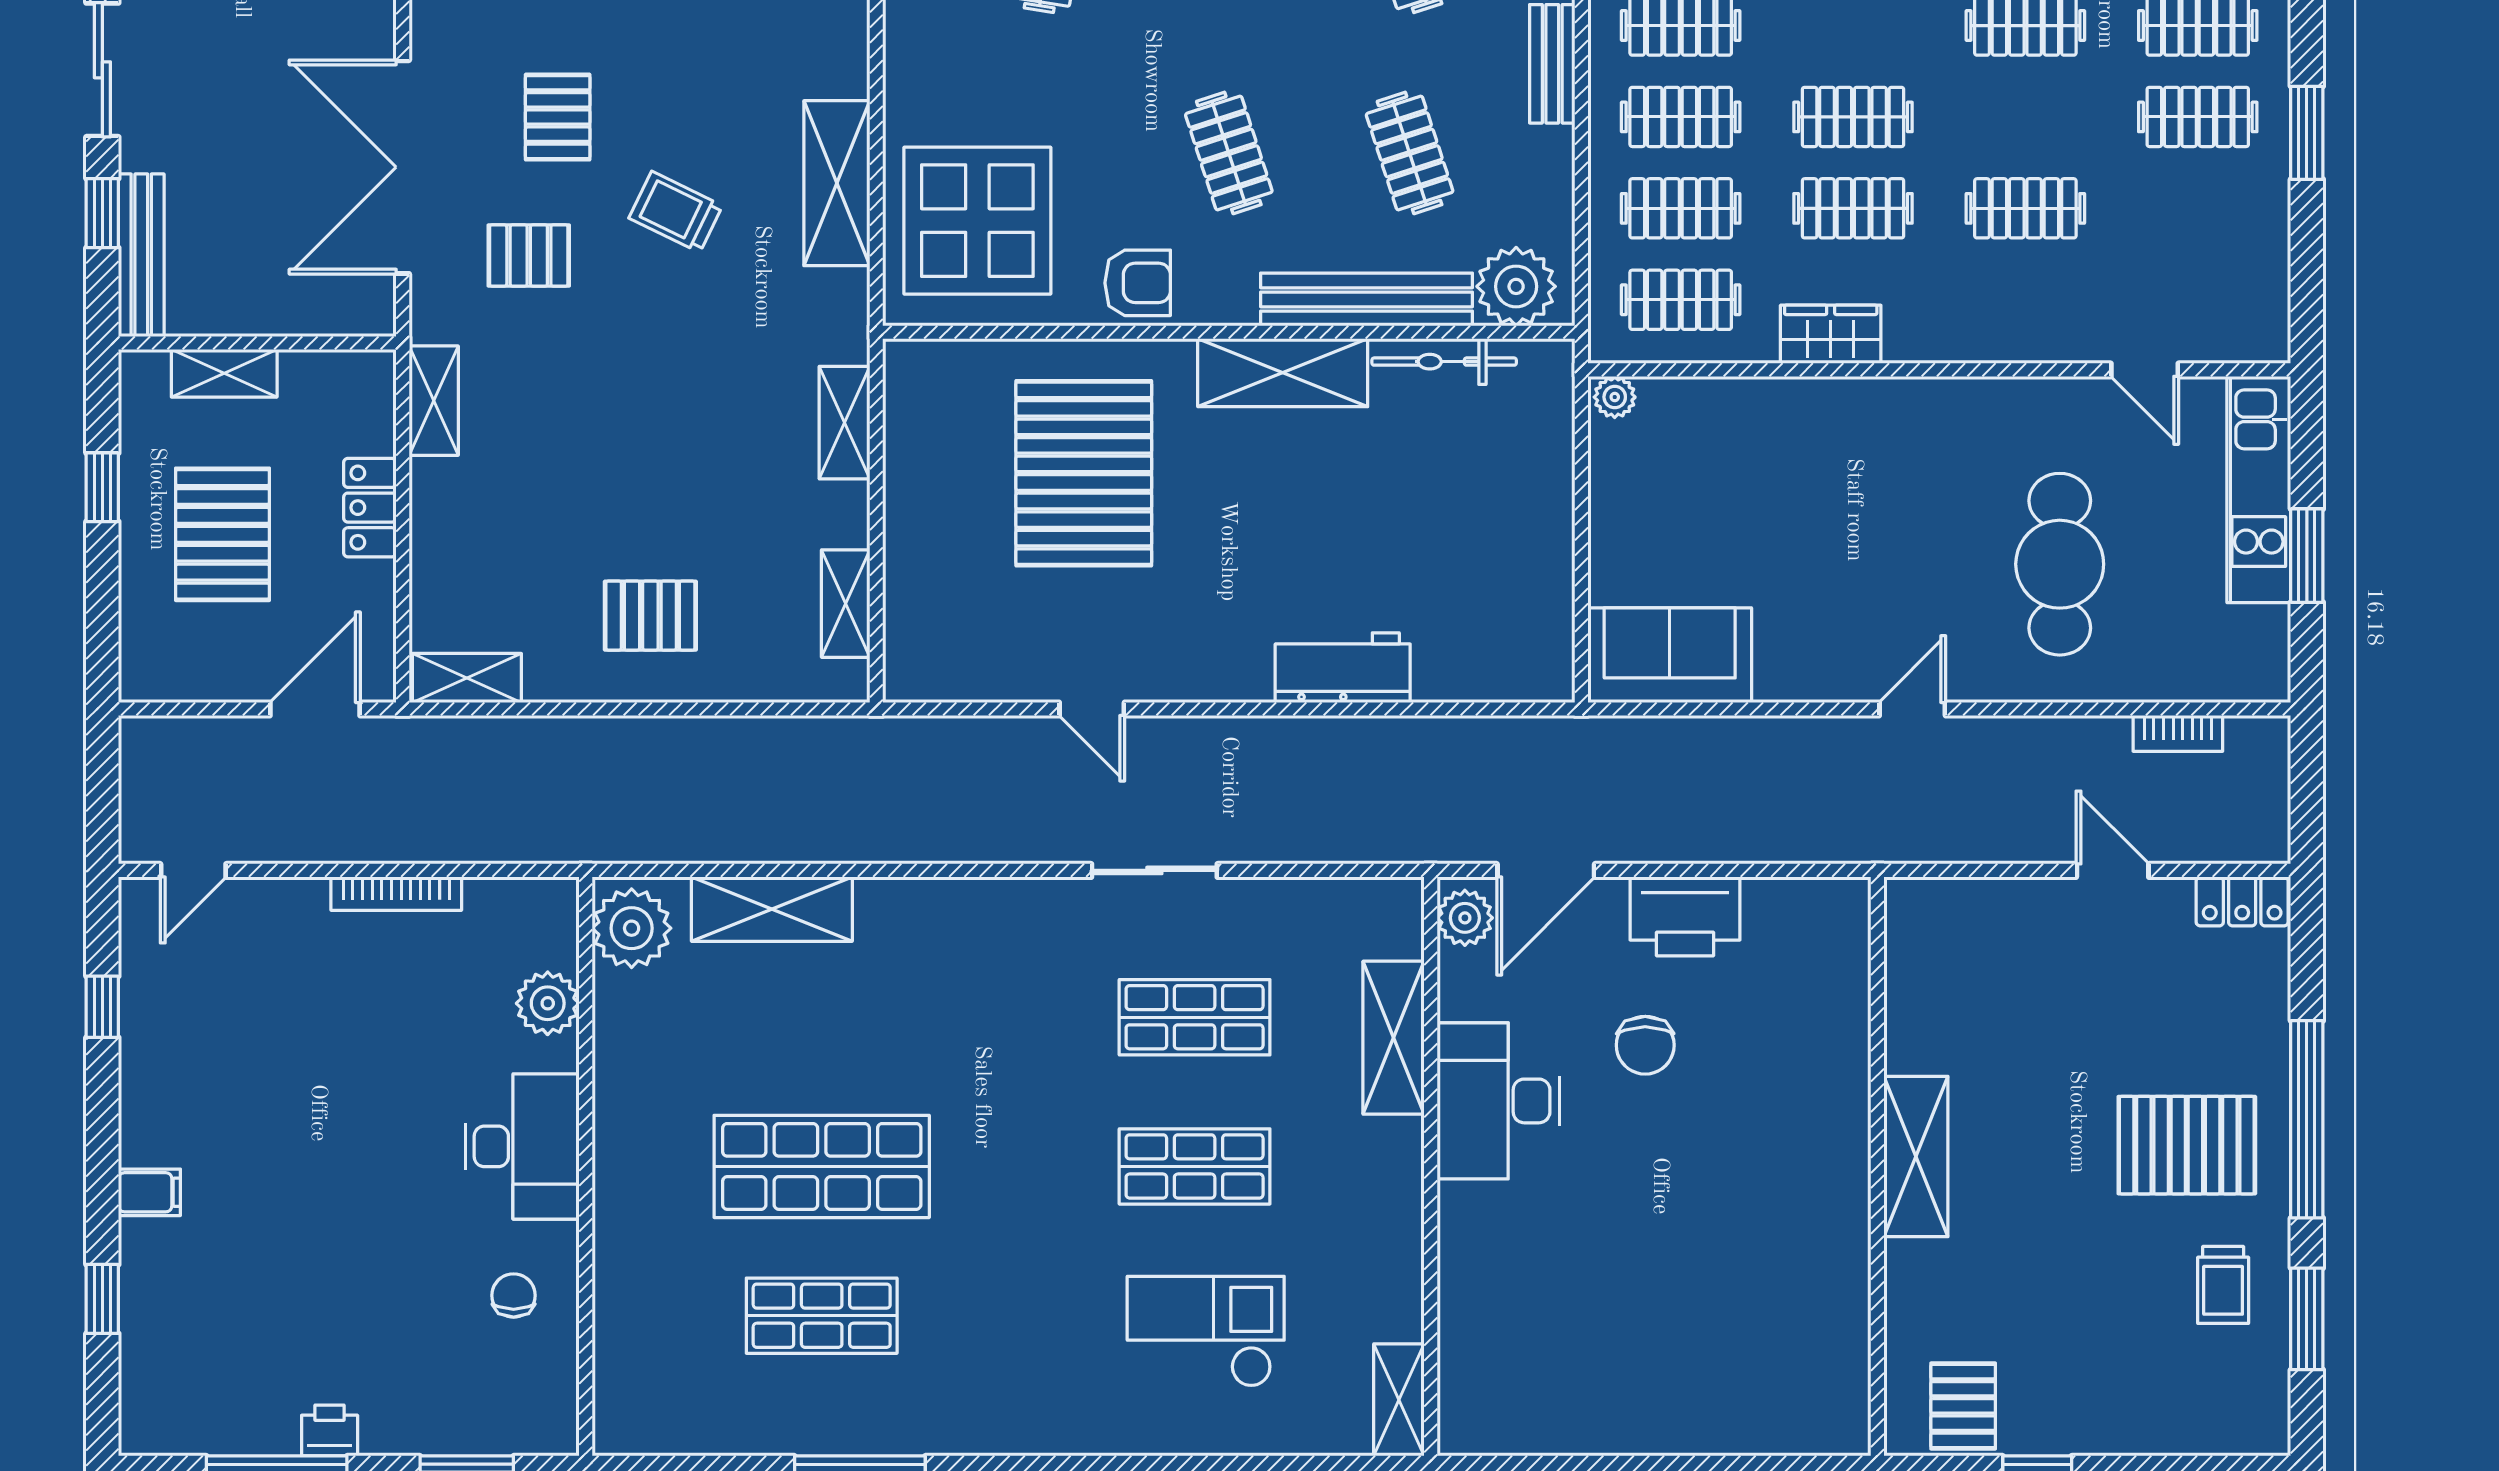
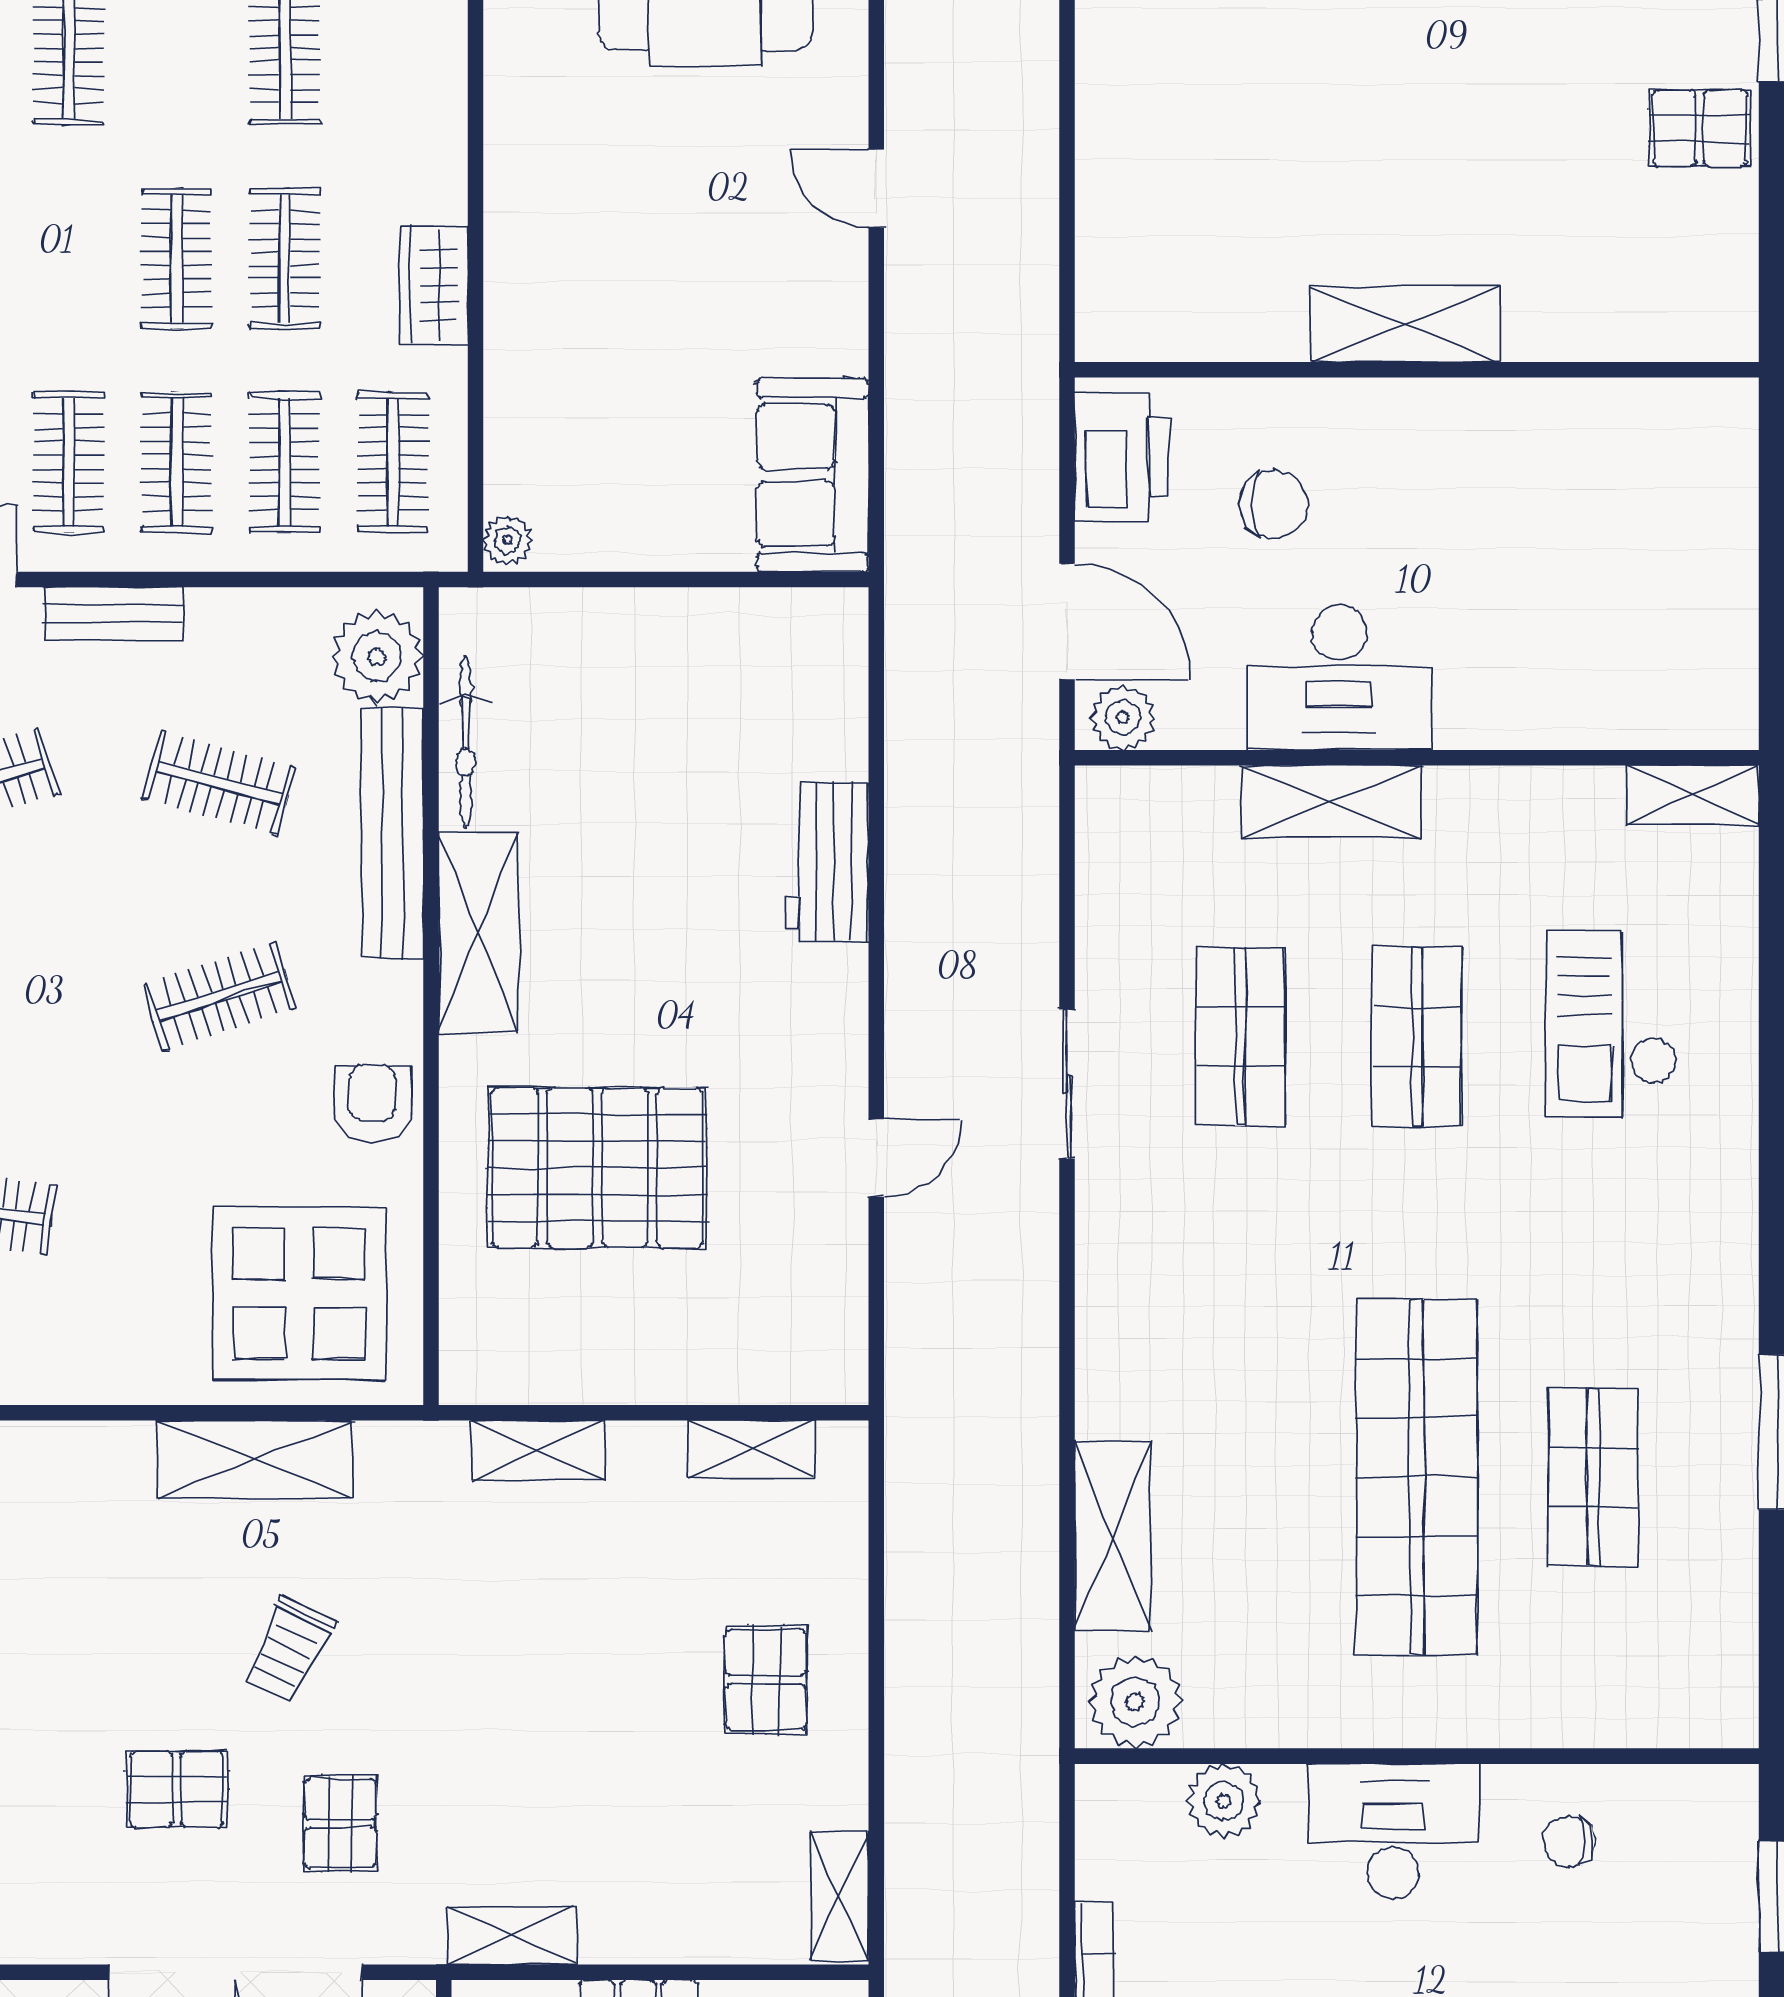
clothes rail: (1410, 153) -> (219, 783), turned 33
shelving: (1394, 1038) -> (1331, 801), moved
shelving: (1916, 1157) -> (1405, 324), moved
shop shelf: (822, 1166) -> (1417, 1477), width x1.40
wall: (1877, 1166) -> (1417, 370), moved

